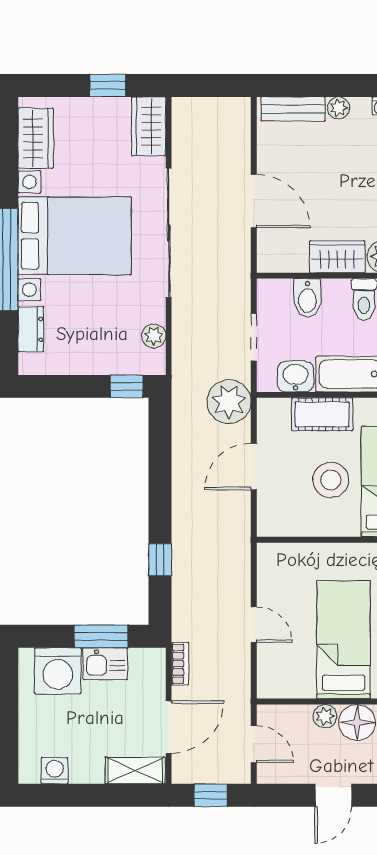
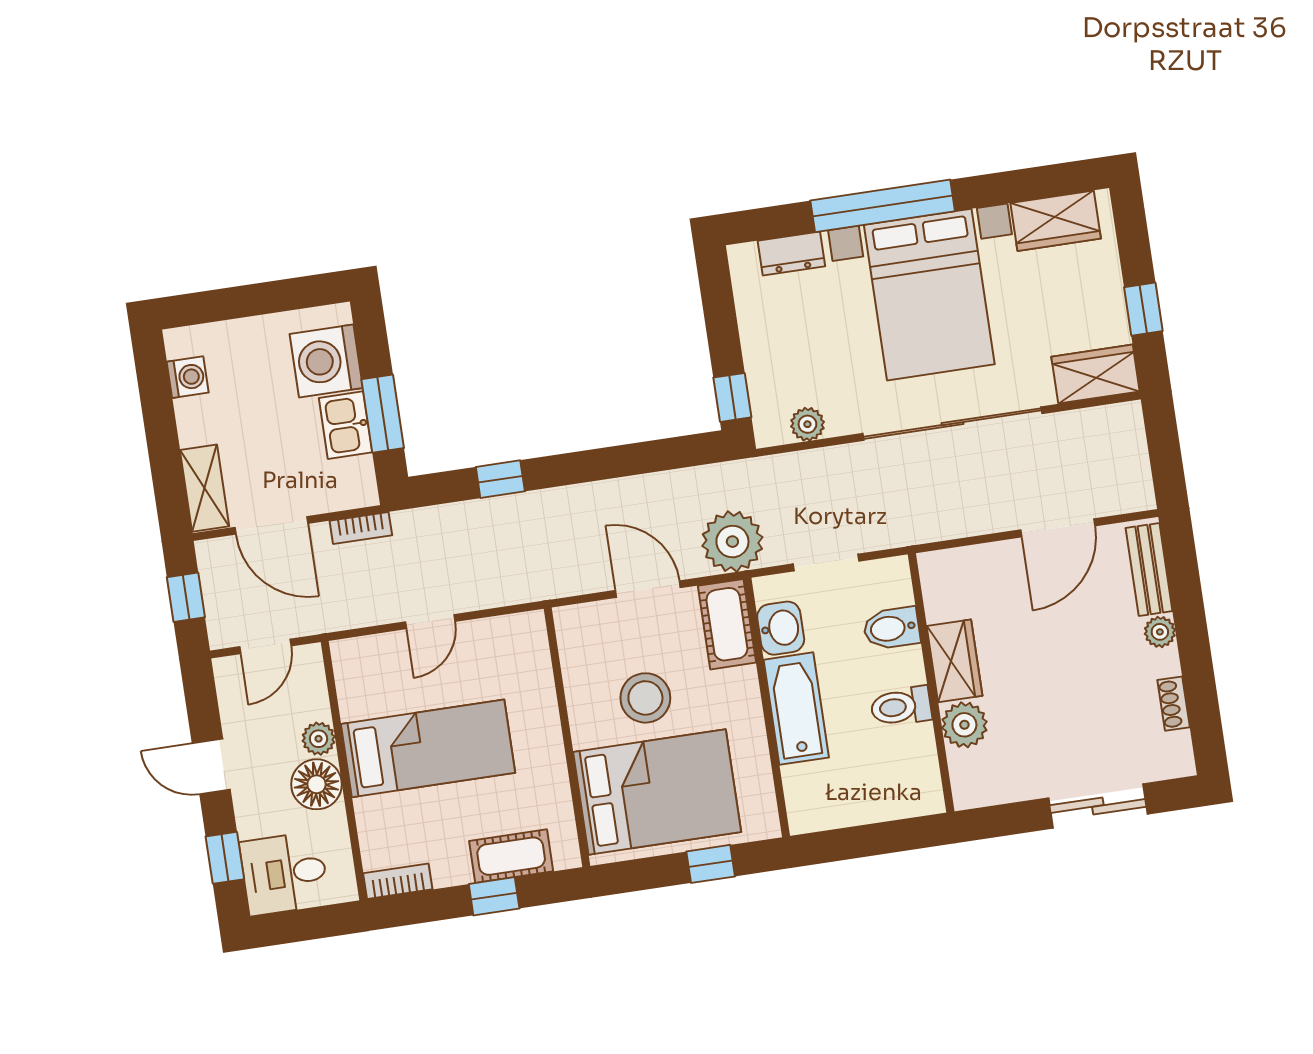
door: (254, 201) -> (1058, 528), moved
cot: (322, 414) -> (727, 624), moved

